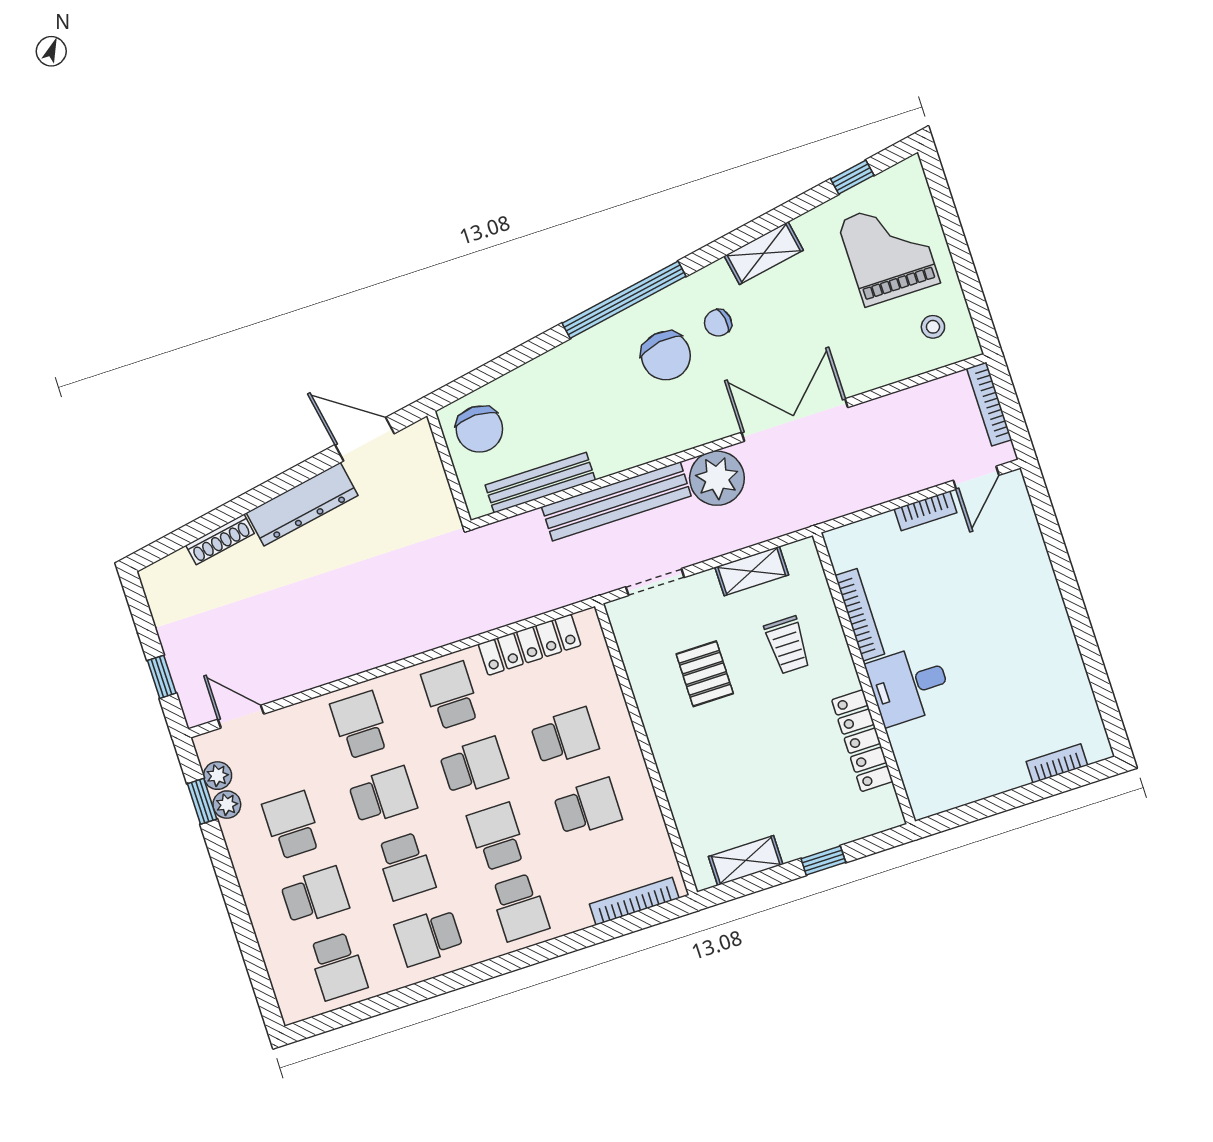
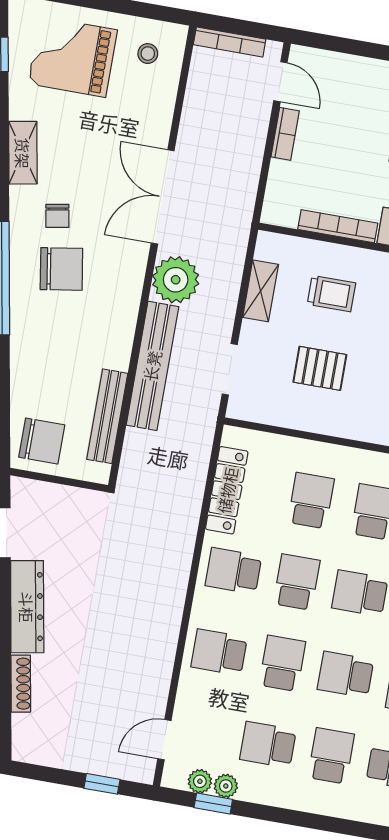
school desk: (406, 866) -> (345, 675), turned 180

